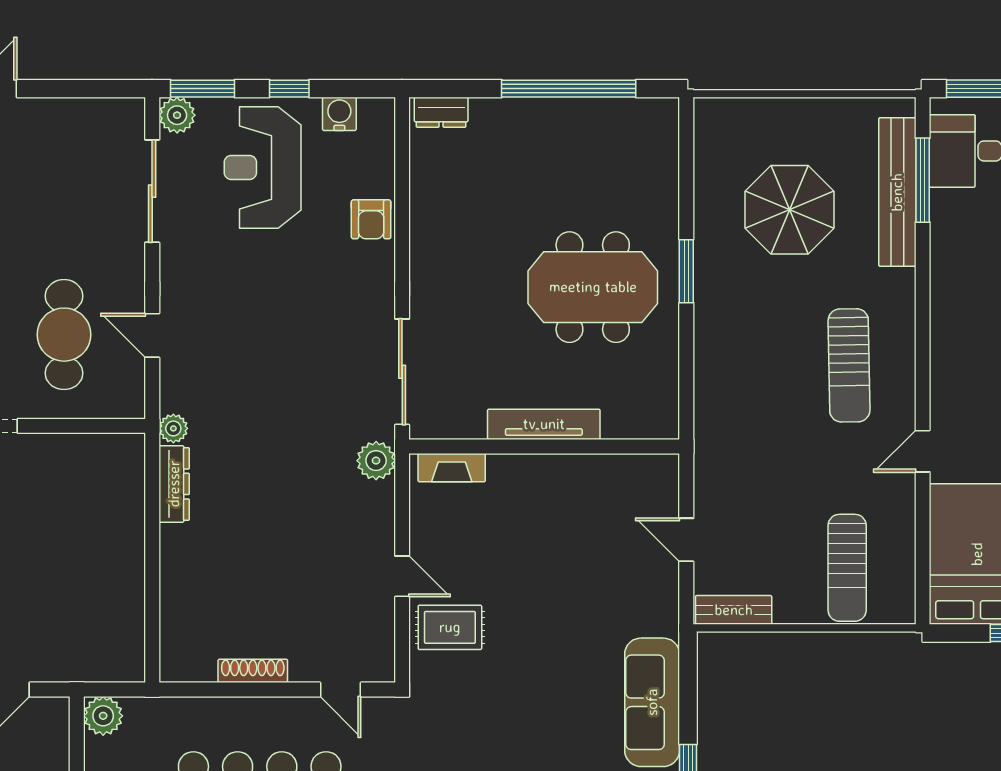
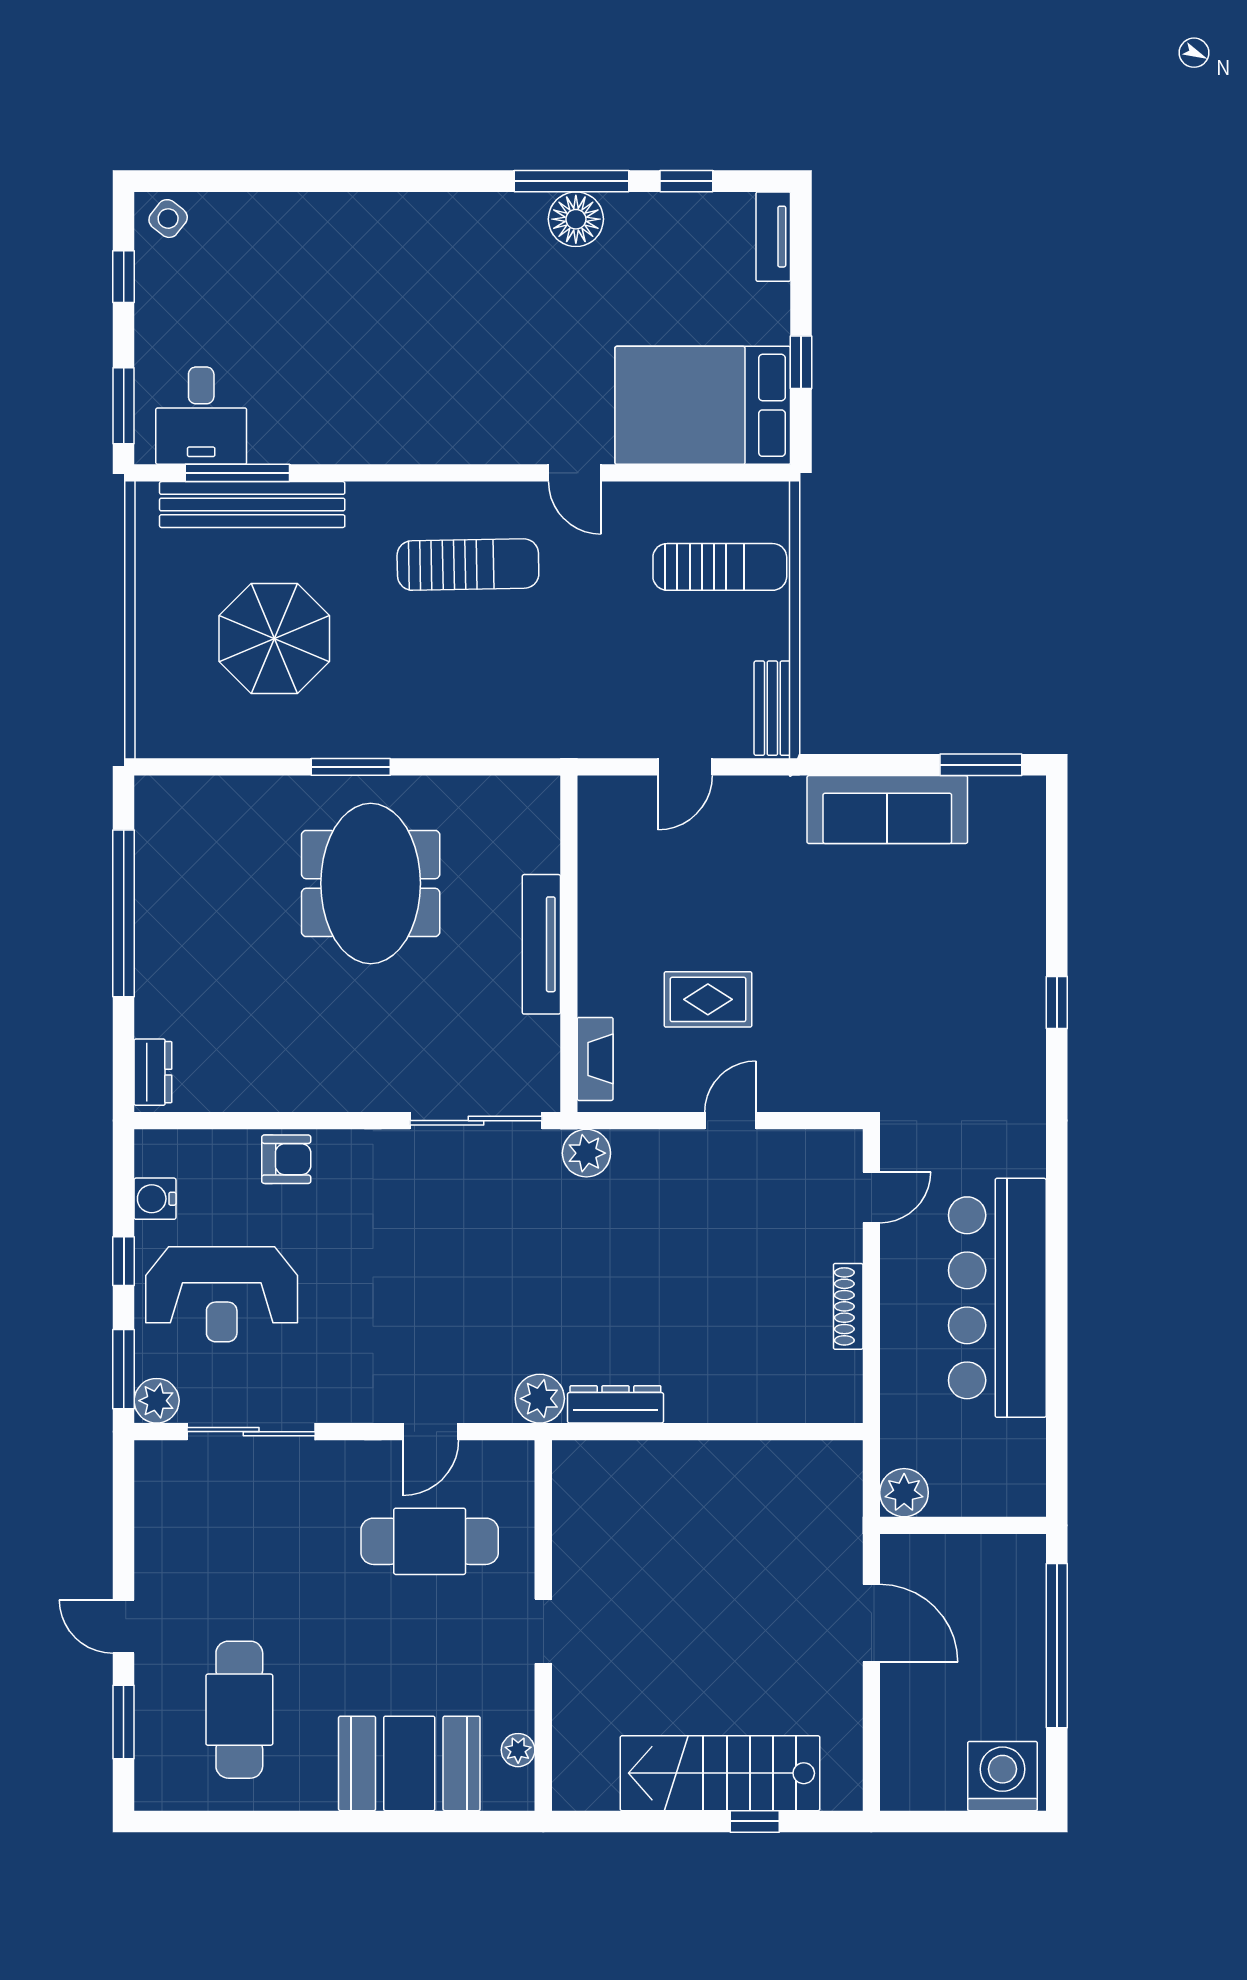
plant: (173, 428) -> (540, 1399), width x1.38, depth x1.38
rug: (450, 627) -> (708, 999), moved, turned 90

